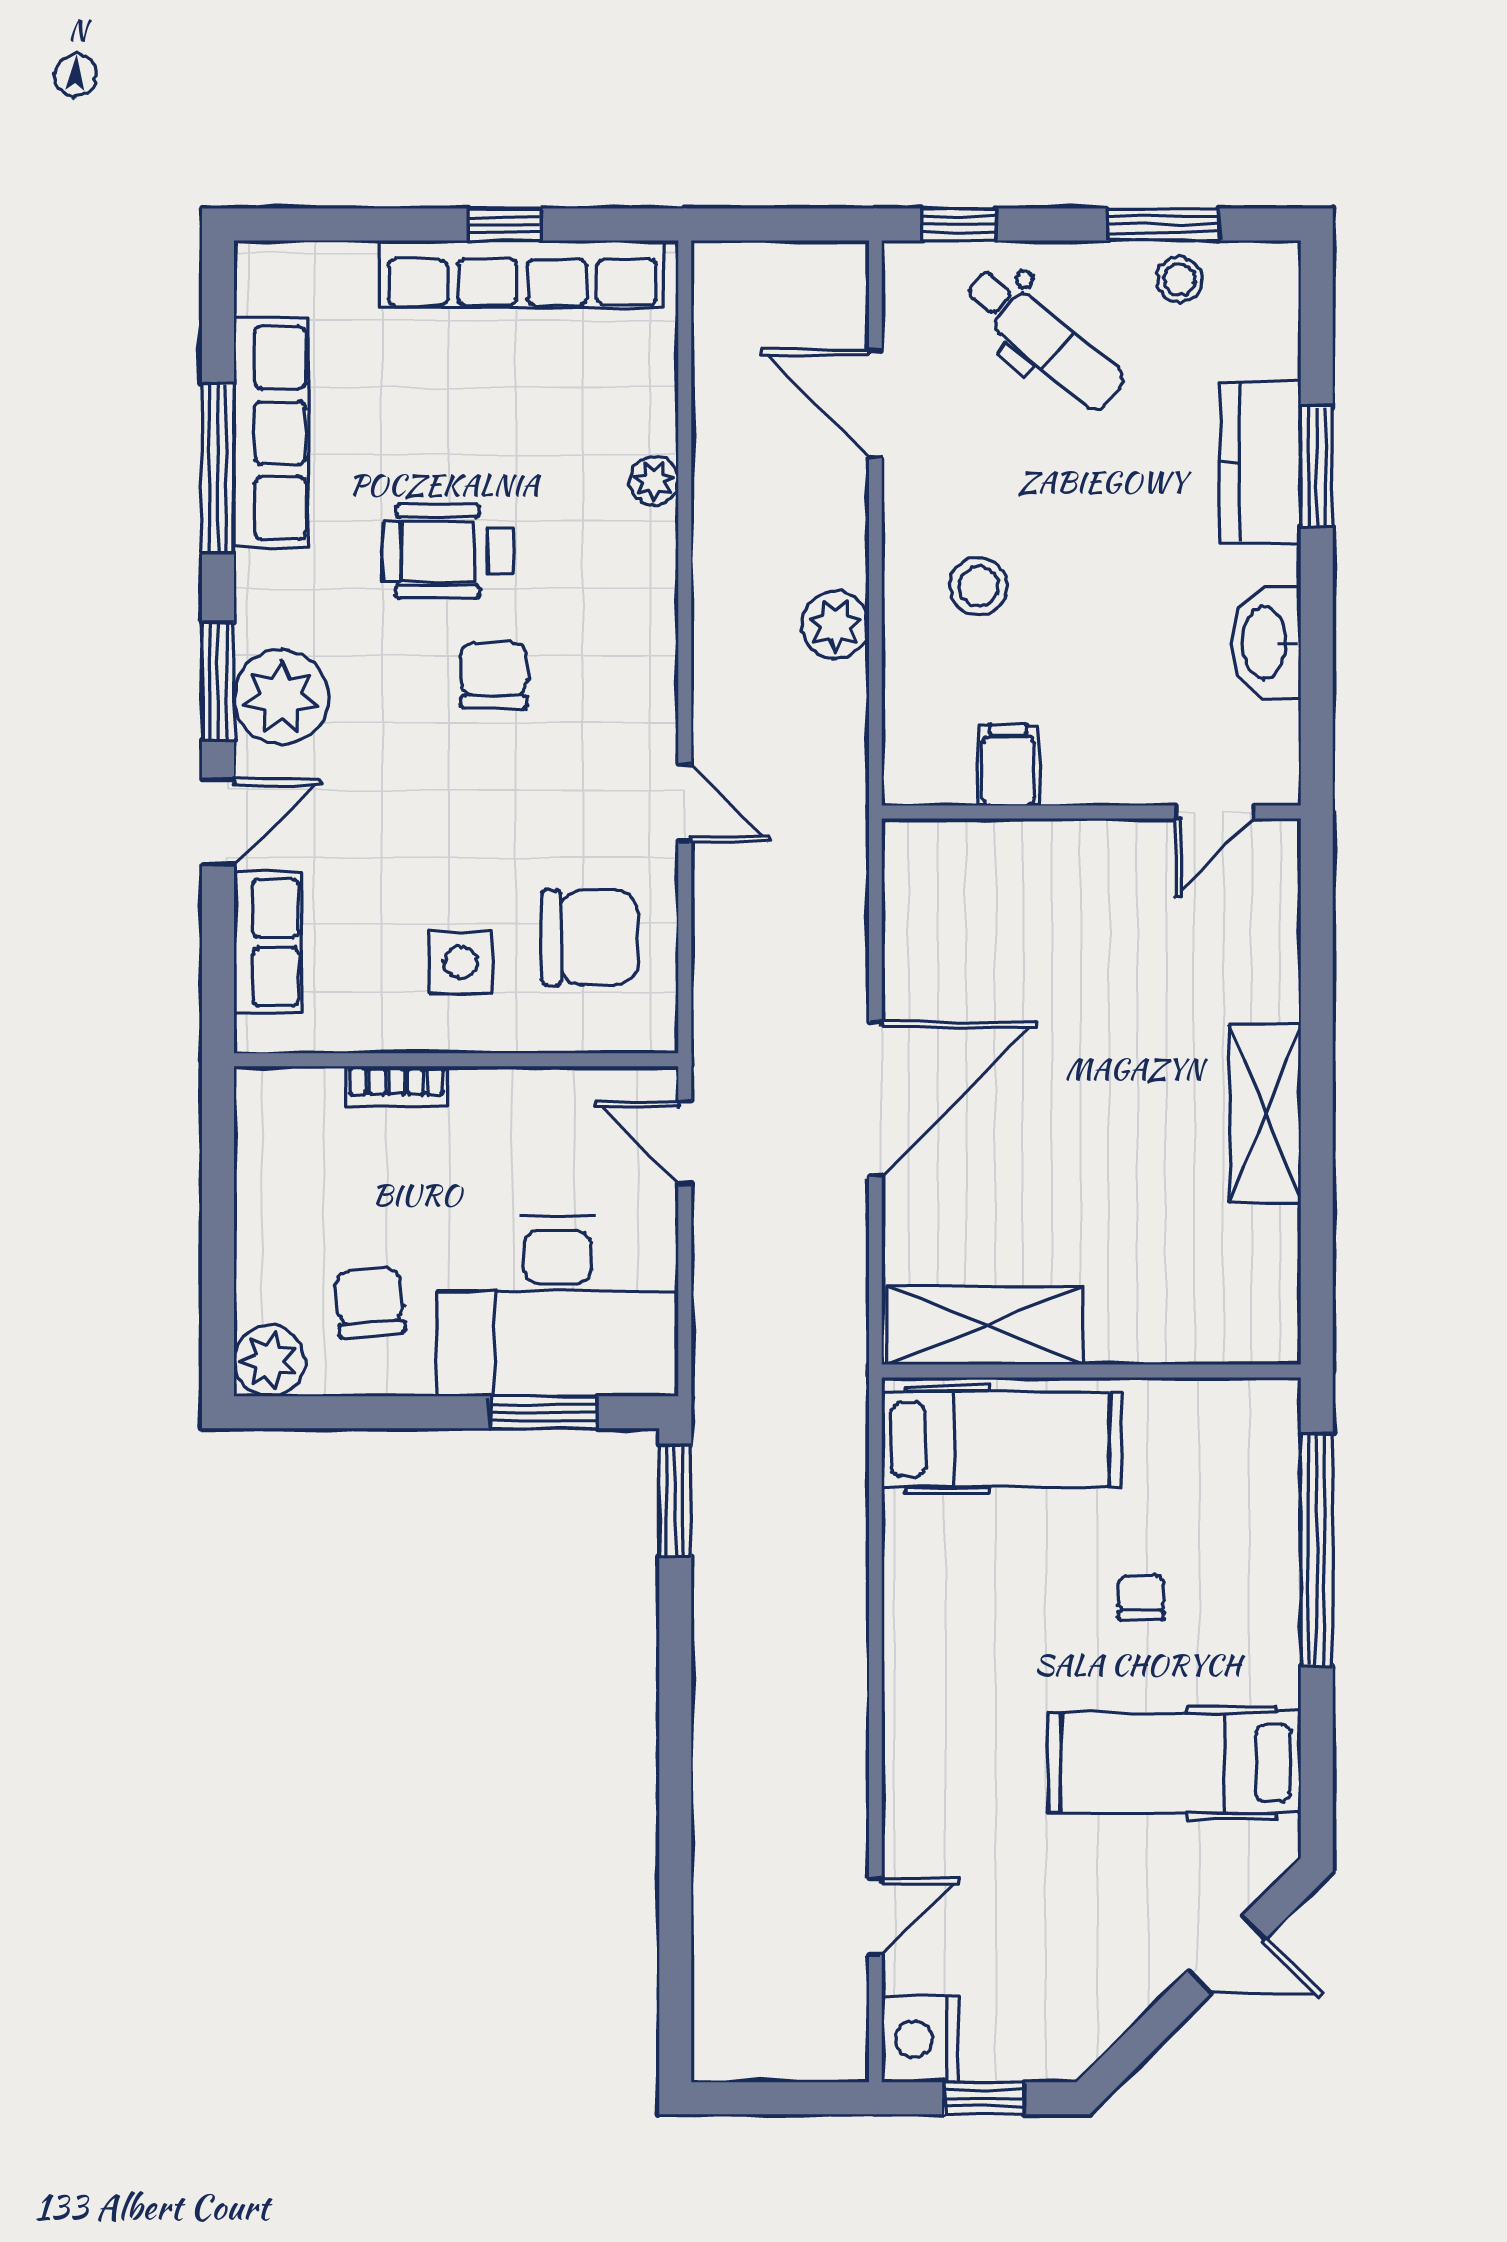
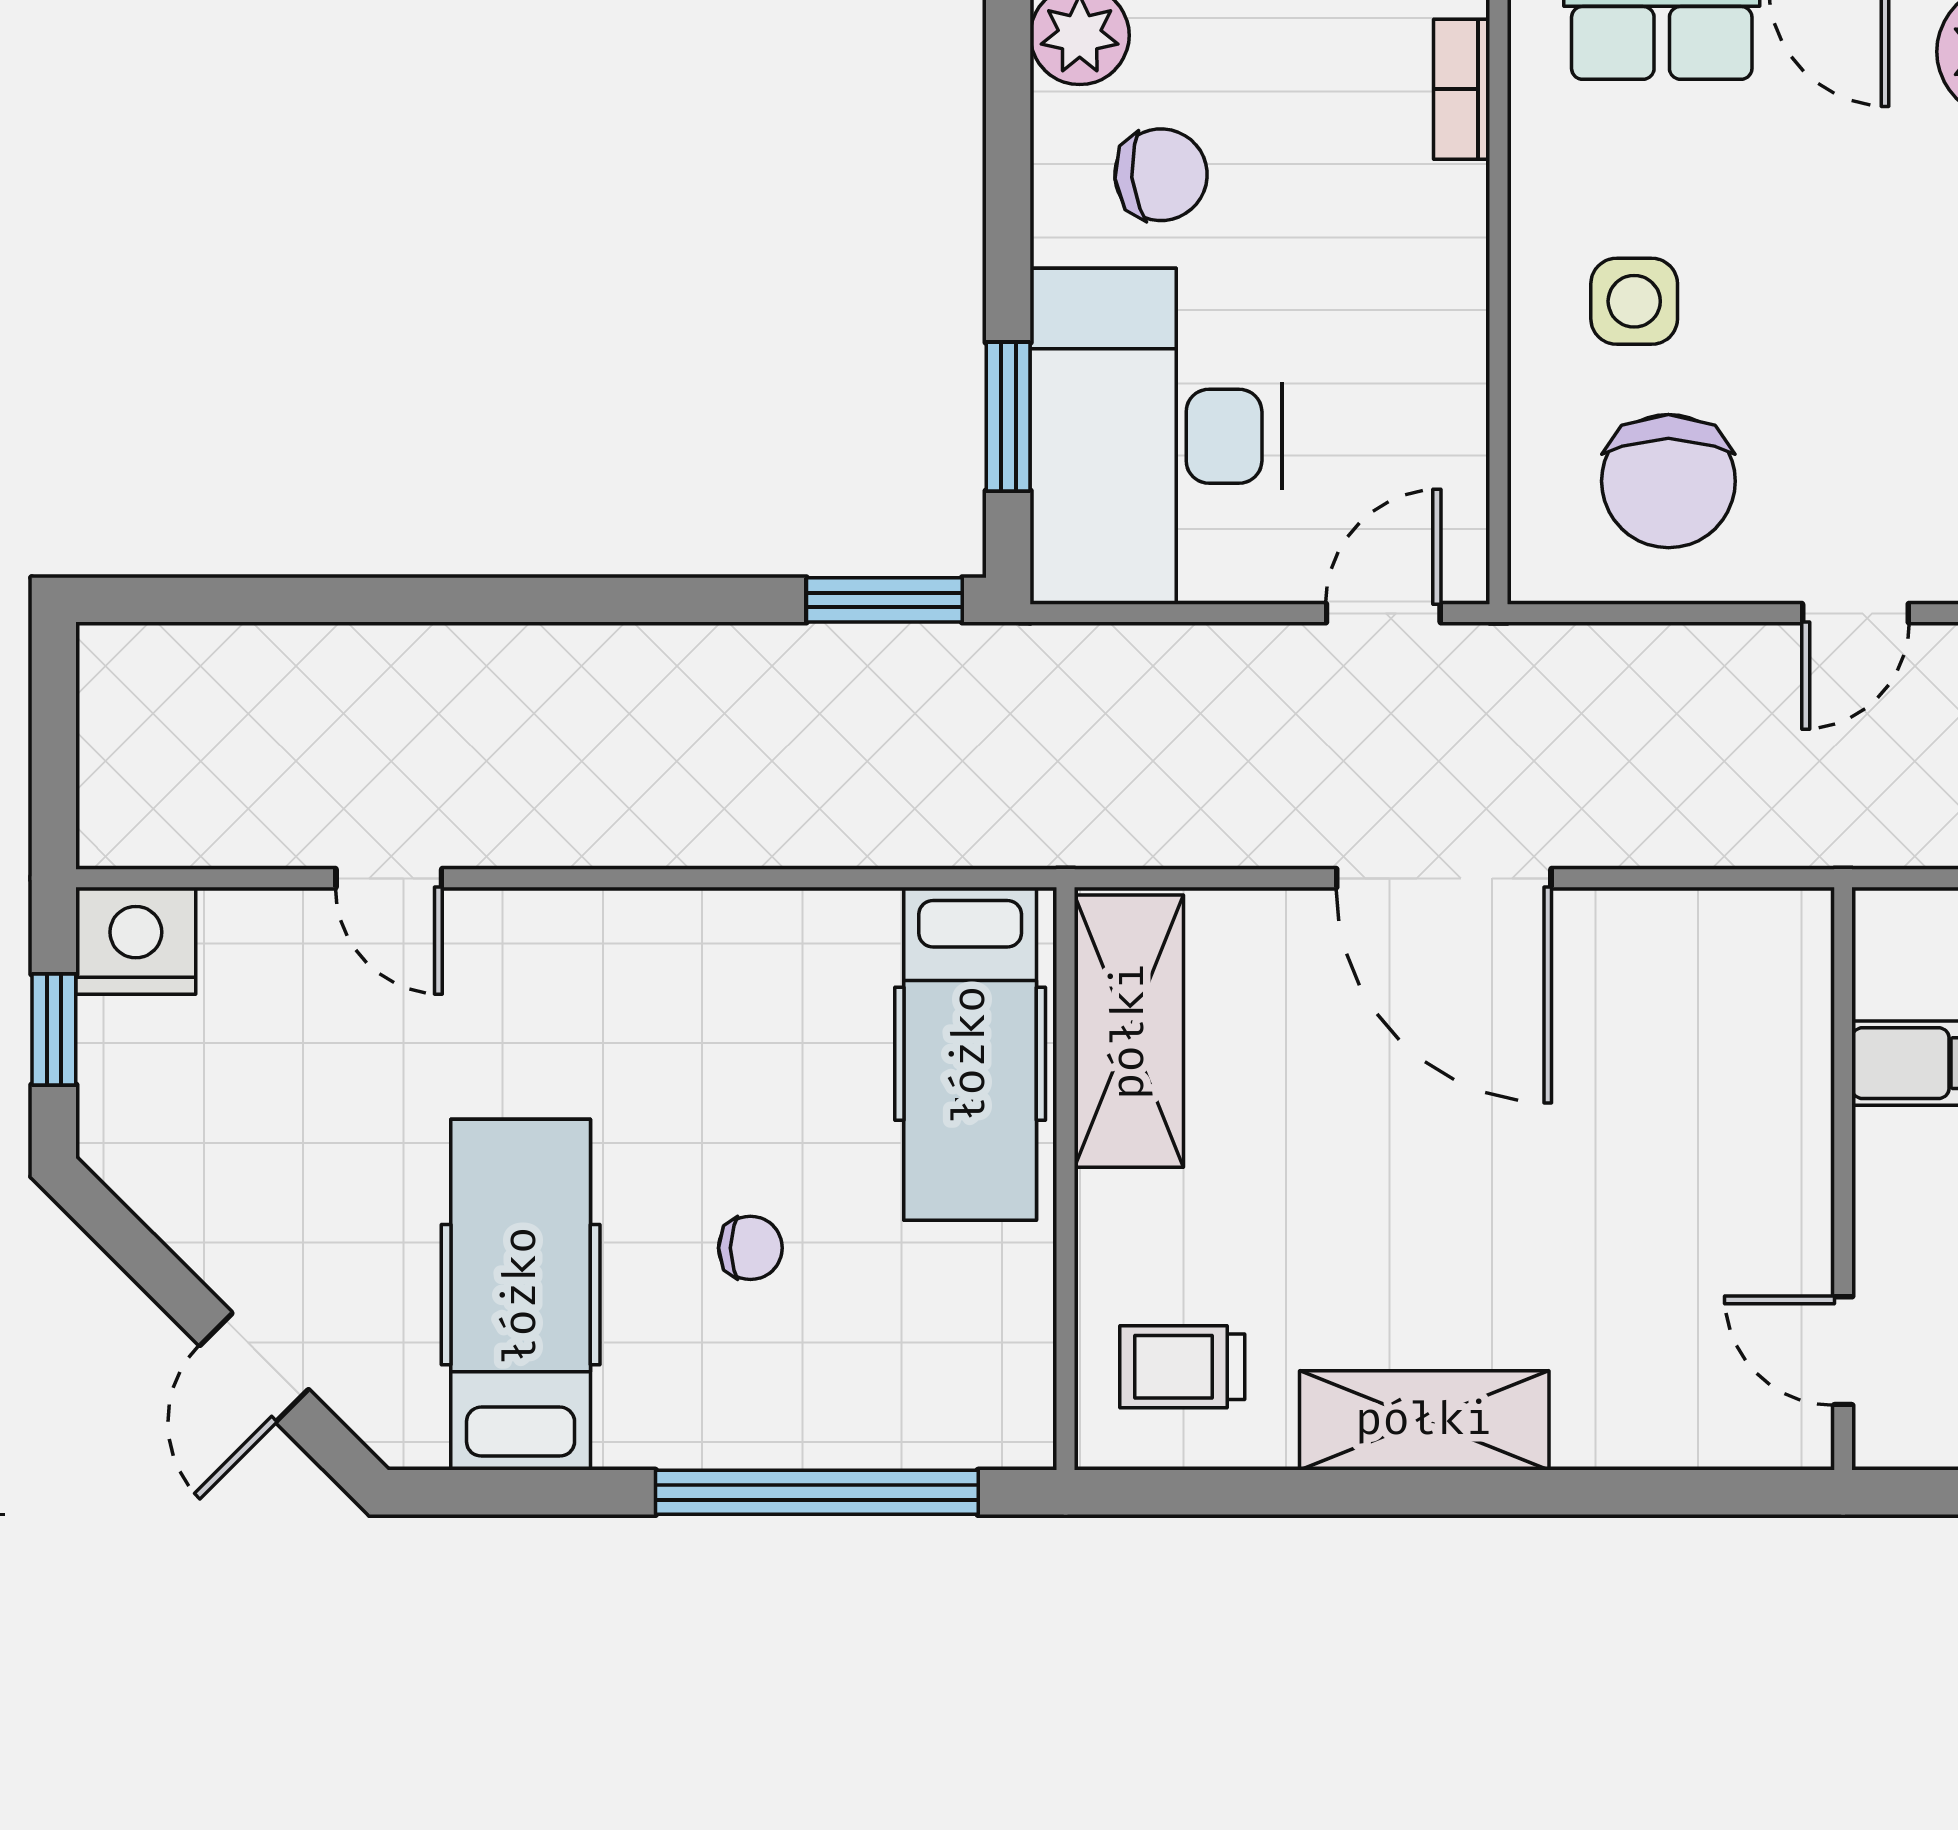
bookcase: (396, 1086) -> (1462, 89), moved
trolley: (1227, 1287) -> (1182, 1367), added
door: (875, 1917) -> (389, 878), moved

